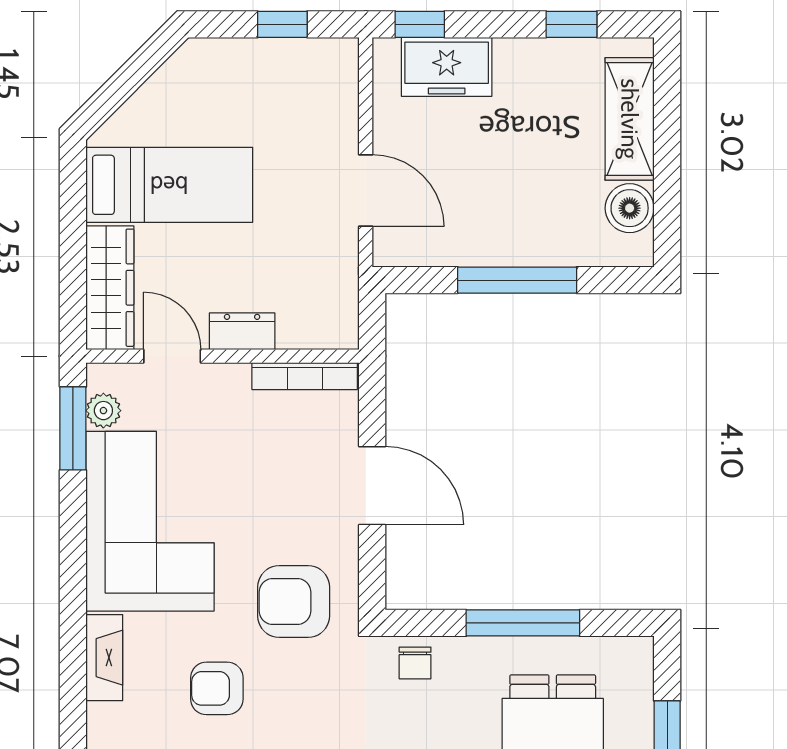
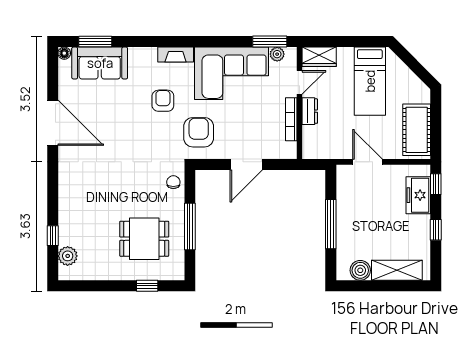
window: (282, 24) -> (436, 128), removed
window: (571, 24) -> (436, 230), moved
cot: (288, 71) -> (417, 130), added
door: (366, 191) -> (367, 162), swing flipped
wardrobe: (110, 288) -> (319, 57), width x0.67
bookcase: (305, 376) -> (291, 119), moved
chair: (415, 663) -> (173, 182), turned 90

